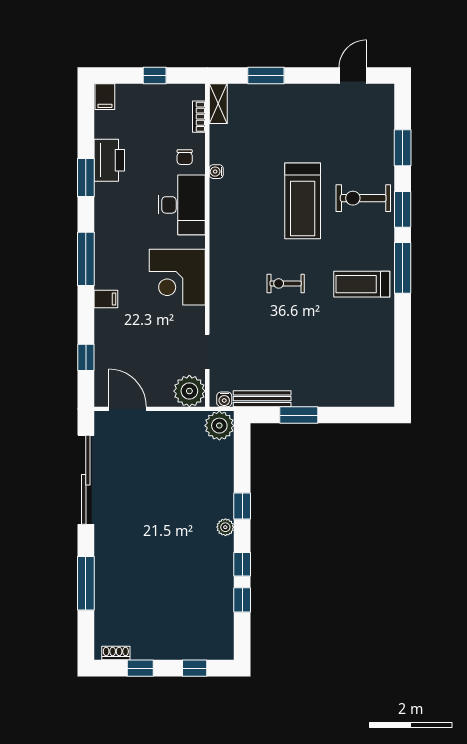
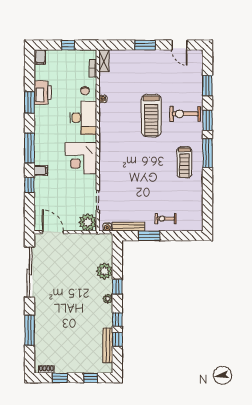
window: (266, 75) -> (145, 45), moved
door: (353, 75) -> (179, 45), swing flipped
exercise bike: (286, 283) -> (166, 219), moved
treadmill: (362, 284) -> (184, 162), turned -90
window: (86, 357) -> (29, 185), moved
plant: (219, 426) -> (104, 271), moved
bench: (225, 610) -> (108, 345), added

